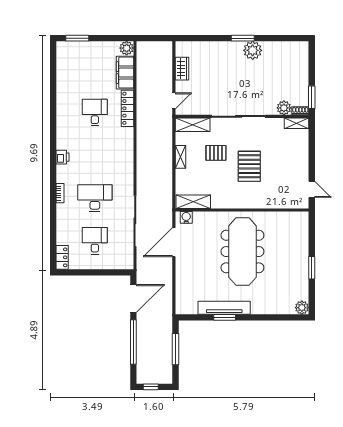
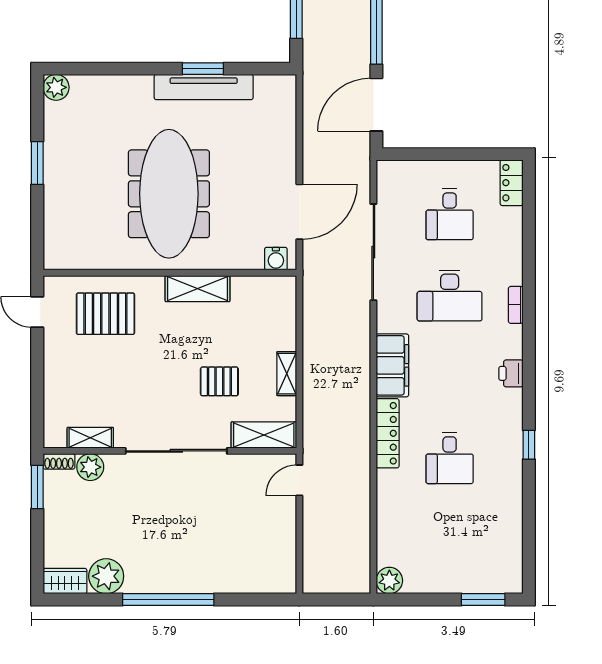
window: (243, 38) -> (168, 600), width x2.11
plant: (253, 50) -> (106, 576), moved
wardrobe: (182, 69) -> (65, 581), moved, turned 90
filing cabinet: (125, 73) -> (392, 365), moved
locker: (127, 108) -> (388, 433), moved
window: (53, 120) -> (529, 445), added
shelving: (297, 123) -> (90, 438), moved
pallet: (249, 166) -> (105, 314), moved, turned 90
shelving: (193, 202) -> (198, 289), moved

